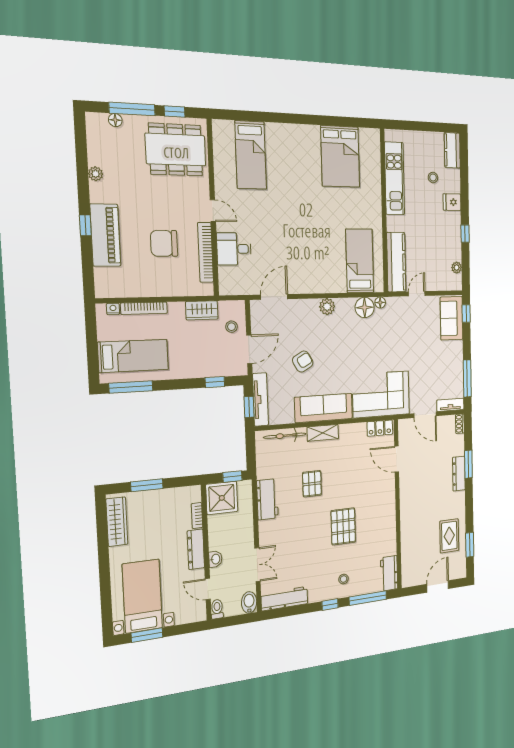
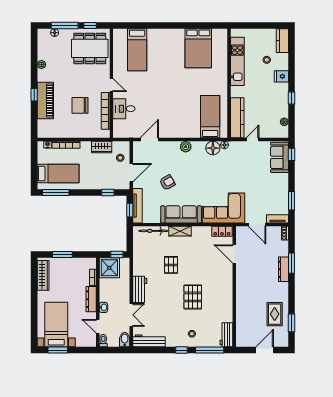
window: (467, 378) -> (291, 201), width x0.69
workbench: (267, 499) -> (140, 289), moved

